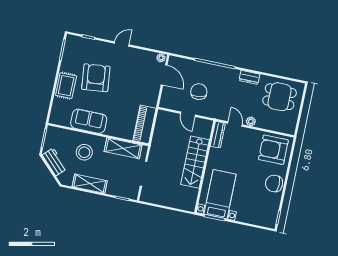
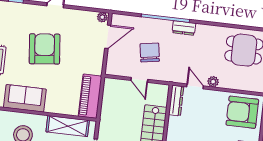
door: (164, 75) -> (108, 37), hinge flipped
dresser: (249, 77) -> (184, 28), moved
armchair: (96, 78) -> (45, 49), moved

